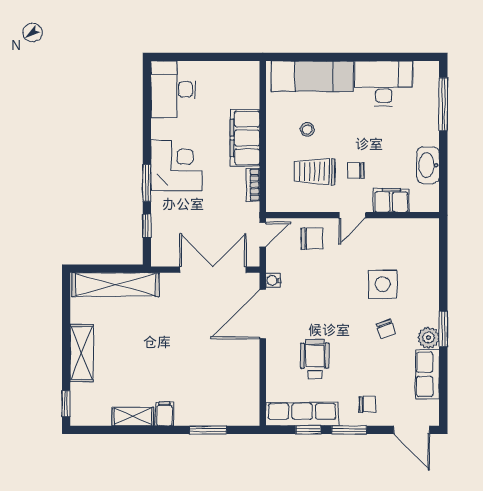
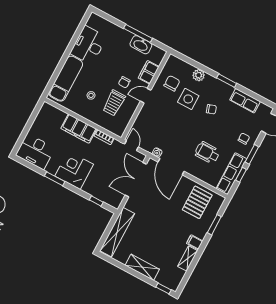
window: (443, 104) -> (138, 33), moved
window: (147, 183) -> (55, 179), moved
door: (352, 215) -> (146, 96), swing flipped
chair: (312, 238) -> (172, 83), moved
plant: (429, 337) -> (199, 75), moved
pallet: (229, 385) -> (197, 202), added

